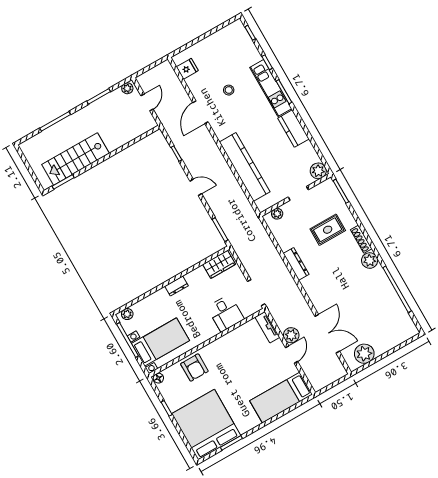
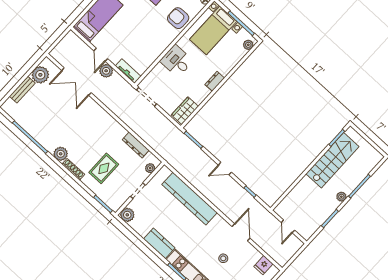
plant: (127, 88) -> (341, 197), moved
dresser: (296, 264) -> (136, 145), moved
desk: (226, 313) -> (177, 61), moved
bench: (389, 344) -> (22, 90), added

